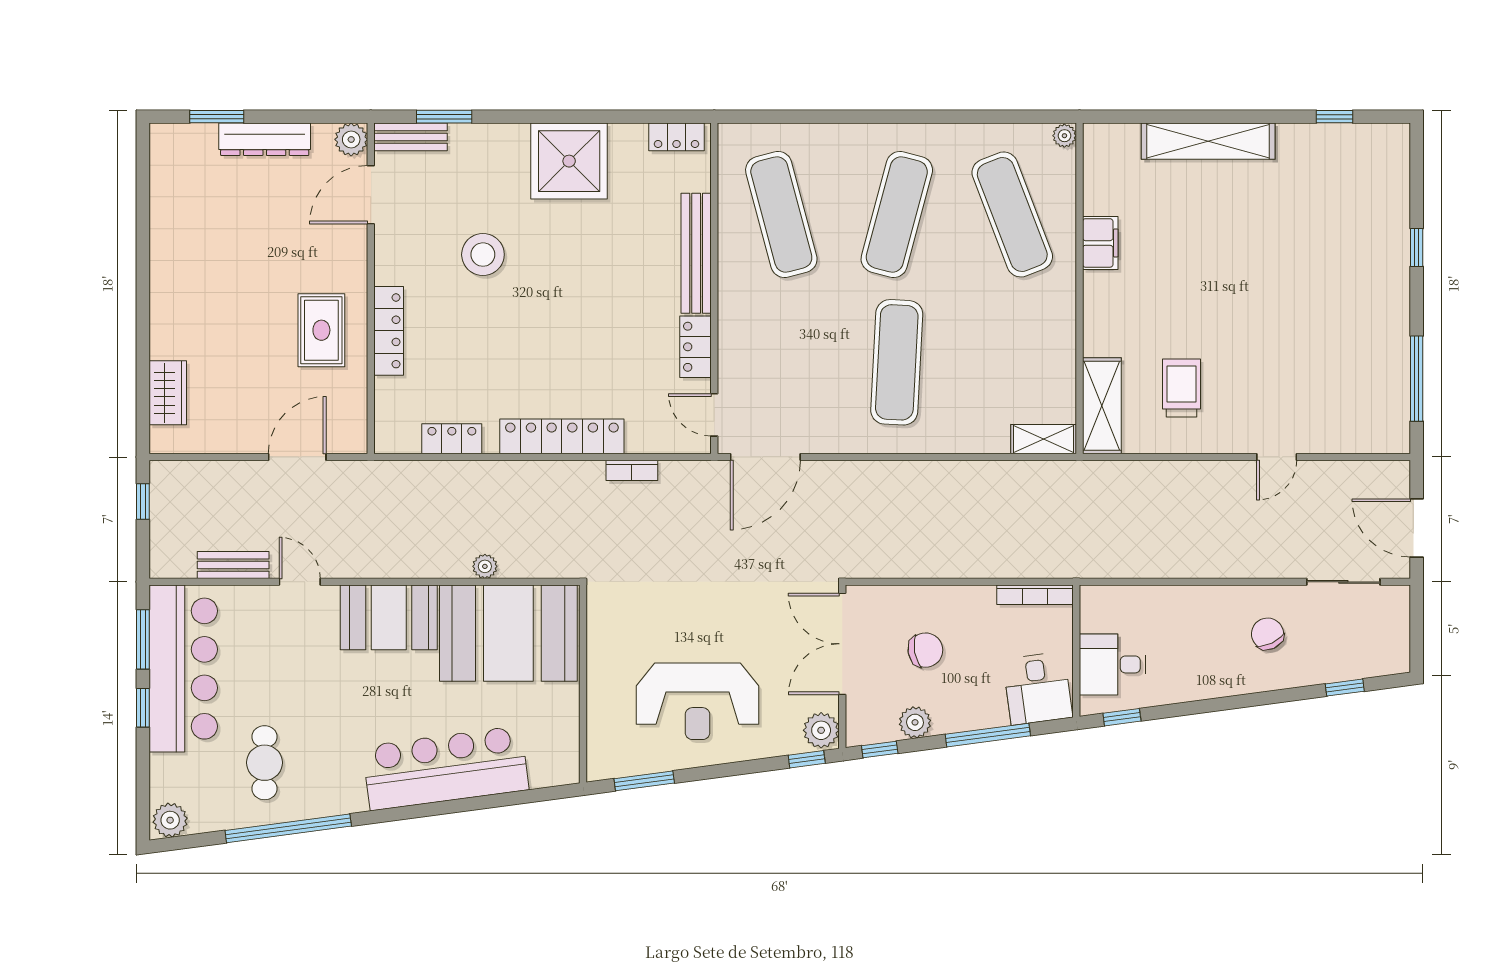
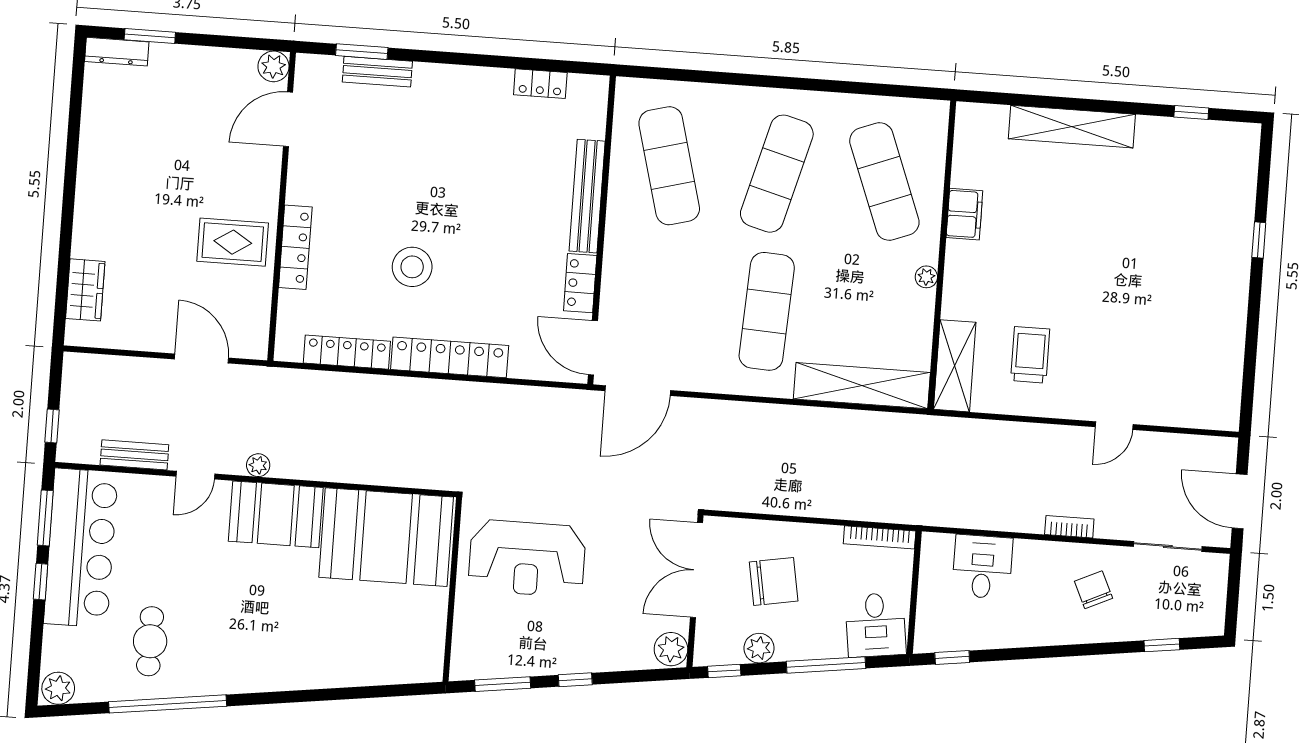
plant: (1064, 136) -> (926, 277), moved
bench: (410, 137) -> (377, 72), moved
locker: (677, 137) -> (540, 84), moved
dresser: (265, 139) -> (117, 52), moved, width x0.73, depth x0.80
shower: (569, 161) -> (475, 101), removed
stool: (483, 255) -> (412, 267), moved
rug: (321, 330) -> (233, 242), turned 90
window: (1417, 379) -> (1250, 362), removed
door: (714, 415) -> (593, 348), width x1.38
locker: (452, 439) -> (347, 352), width x1.53
shelving: (1044, 439) -> (862, 386), width x2.20, depth x1.33
door: (297, 457) -> (202, 359), hinge flipped
bookcase: (632, 470) -> (1069, 527), moved, turned 180
window: (143, 501) -> (52, 426), moved
plant: (485, 566) -> (258, 465), moved
door: (300, 582) -> (195, 475), swing flipped
chair: (925, 650) -> (774, 582), width x1.37, depth x1.37
desk: (1112, 664) -> (982, 567), moved, turned 90
reception desk: (697, 701) -> (527, 558), moved
window: (807, 759) -> (575, 680), moved
bar counter: (445, 768) -> (318, 659), removed

